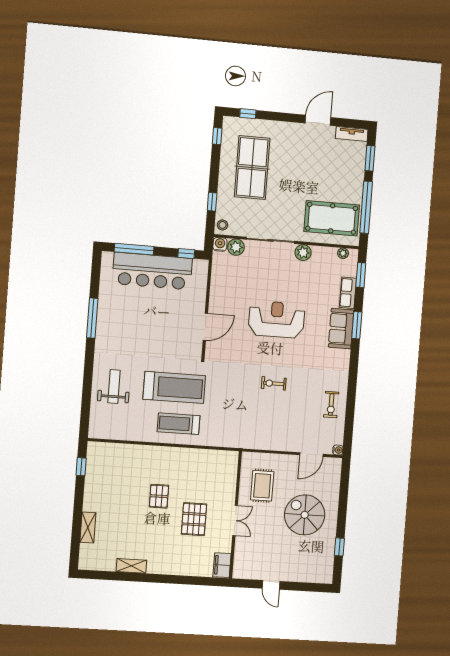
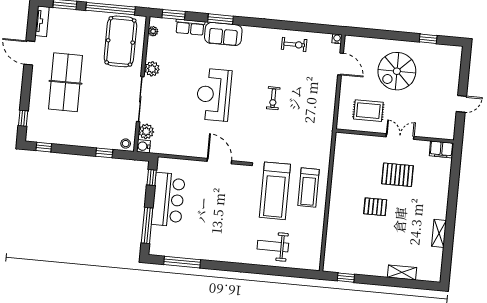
table tennis table: (252, 168) -> (65, 82), moved, turned 90
bar counter: (152, 271) -> (168, 200), width x0.73
window: (92, 318) -> (182, 262), moved
treadmill: (174, 387) -> (275, 191), turned 180

